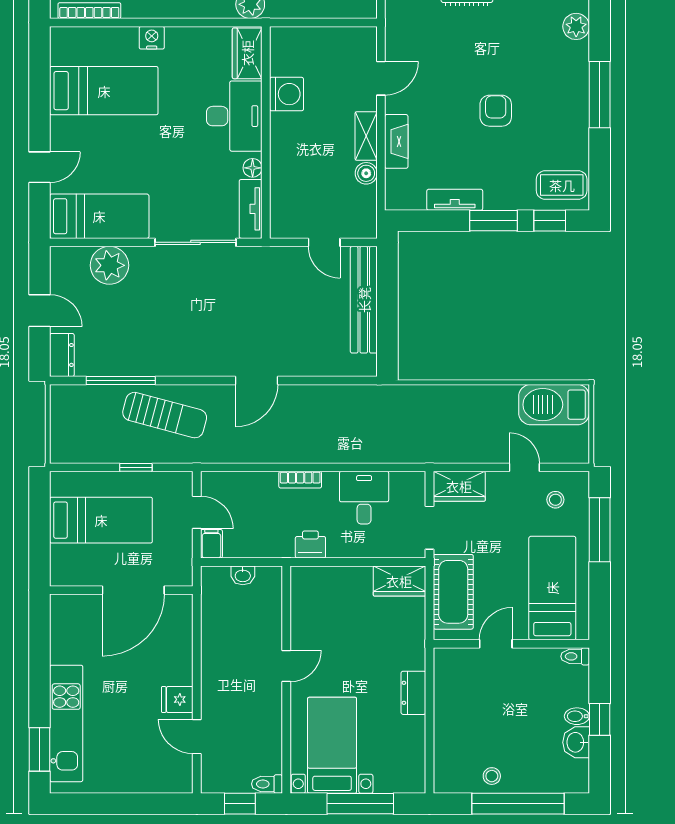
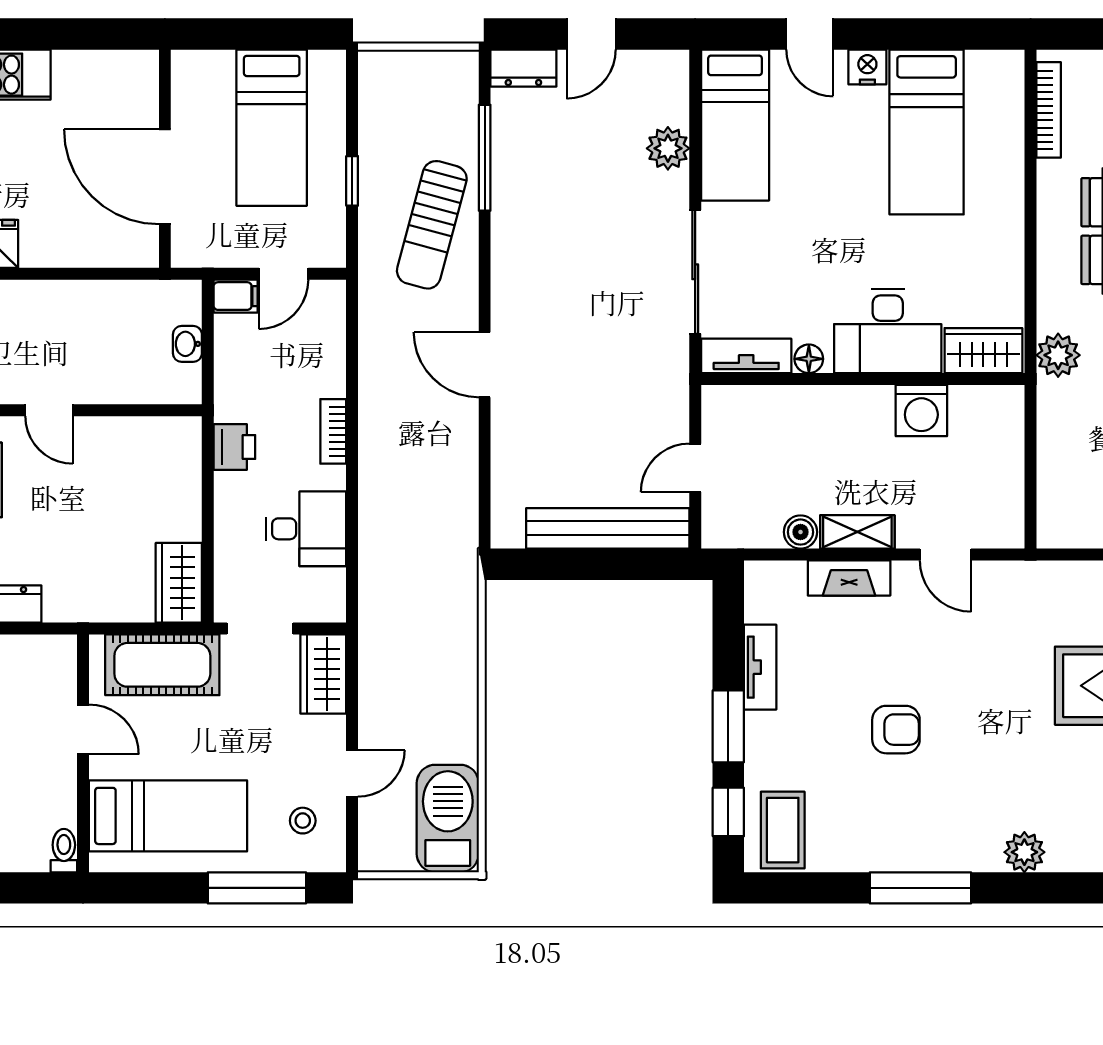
nightstand: (152, 38) -> (867, 67), moved, turned -90
plant: (109, 265) -> (668, 148), width x0.73, depth x0.73

